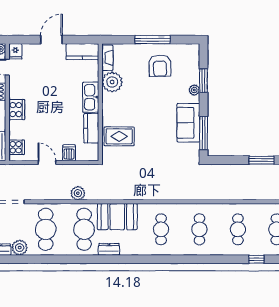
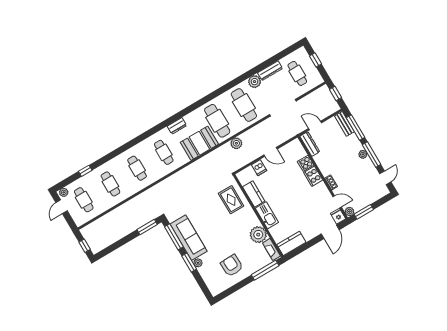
door: (51, 40) -> (330, 232), moved
window: (153, 40) -> (265, 270), moved
window: (204, 81) -> (189, 262), moved
sofa: (188, 123) -> (189, 238), width x1.36
rug: (119, 136) -> (231, 200), turned 90
cooker: (17, 147) -> (306, 163), moved
window: (261, 160) -> (147, 227), moved
dresser: (109, 249) -> (177, 126), moved

